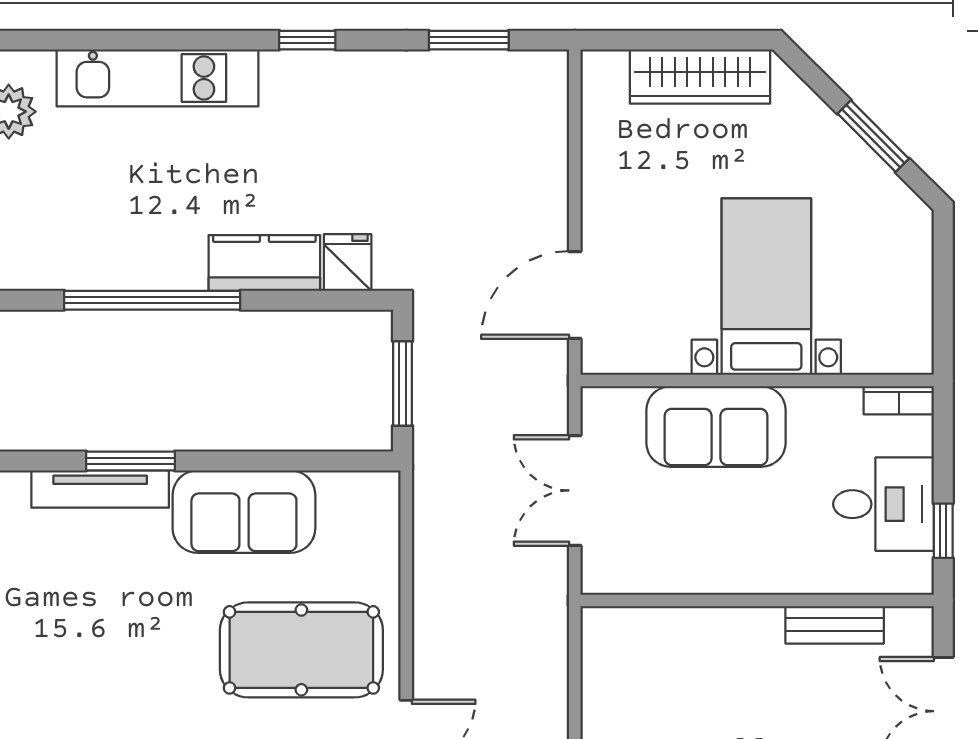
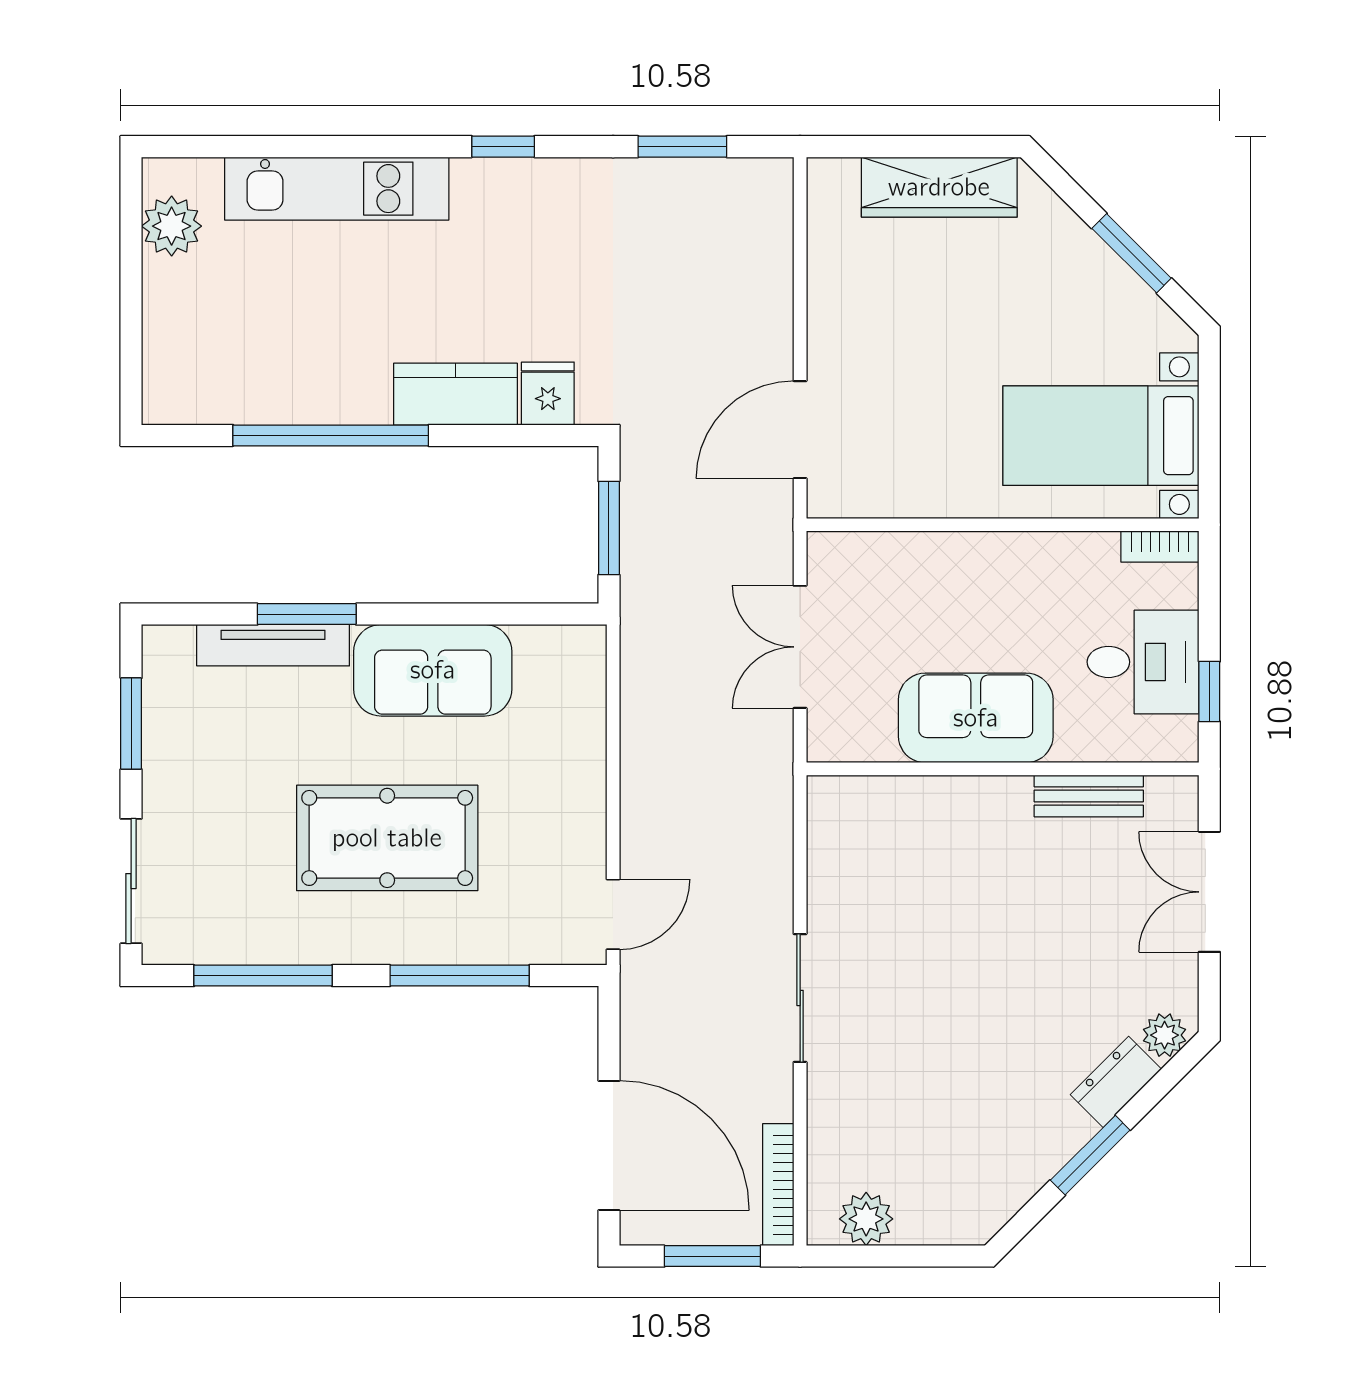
bed with nightstands: (766, 287) -> (1101, 436), moved, turned -90
sofa: (716, 427) -> (976, 718), moved, turned 180
pool table: (301, 650) -> (387, 838), moved

